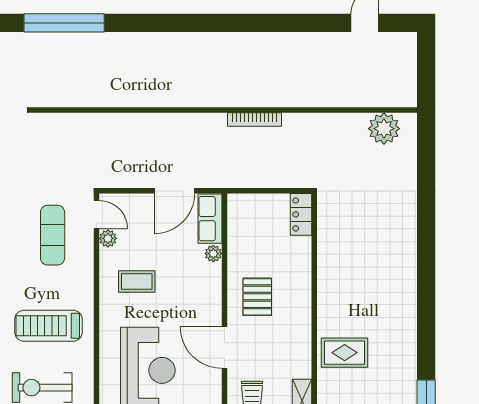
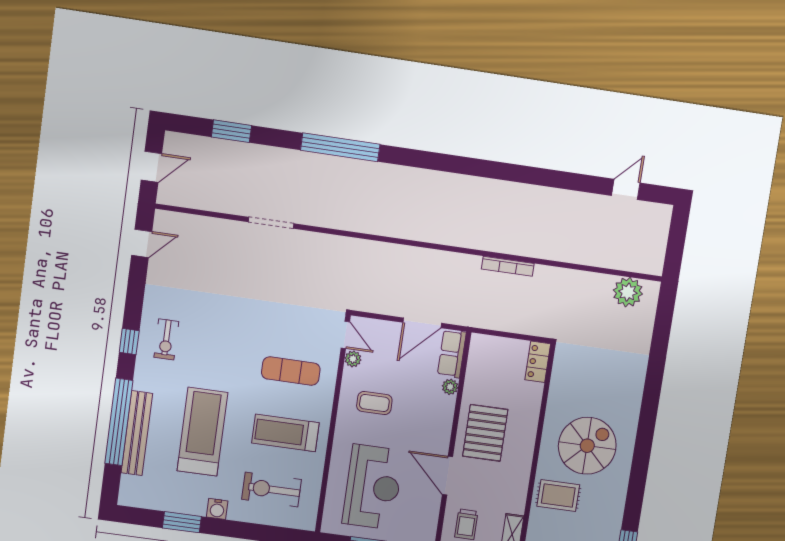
exercise mat: (53, 235) -> (291, 371), moved, turned 90
spiral stairs: (367, 295) -> (587, 446), added
pallet: (257, 297) -> (485, 433), width x1.50, depth x1.42

